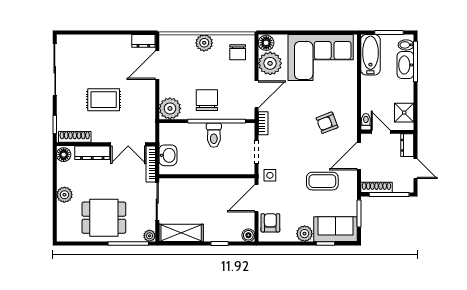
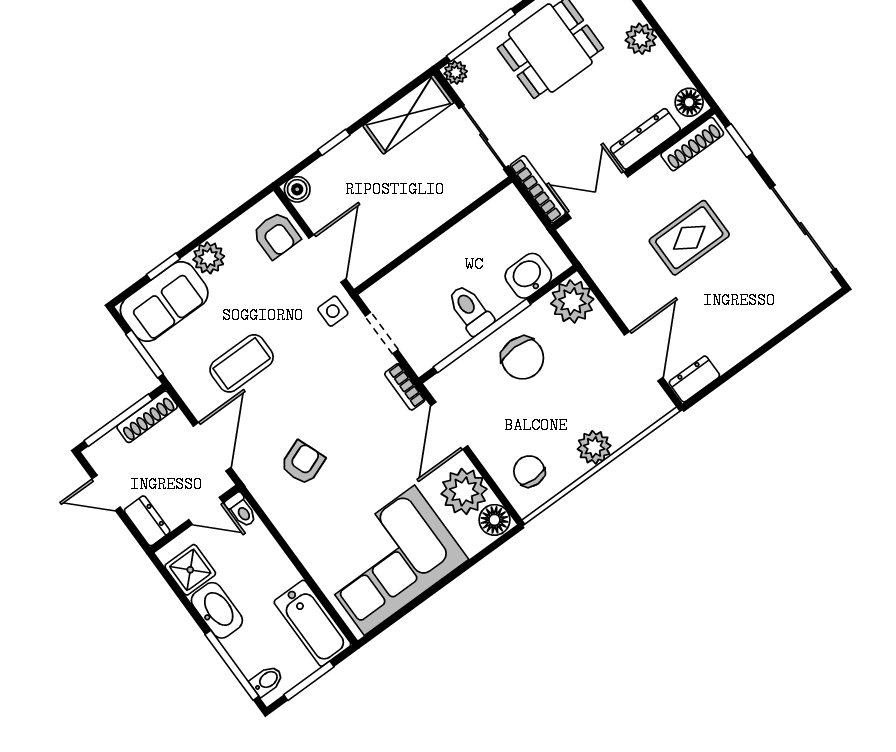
washbasin: (405, 65) -> (217, 610), moved
washbasin: (168, 155) -> (528, 276), moved, turned 90

